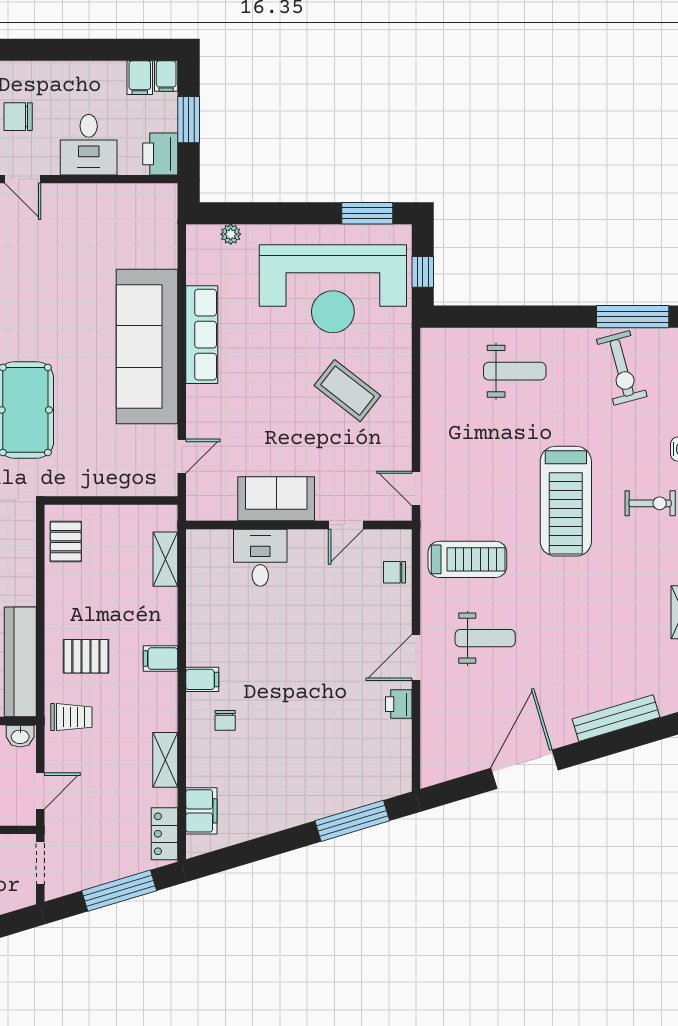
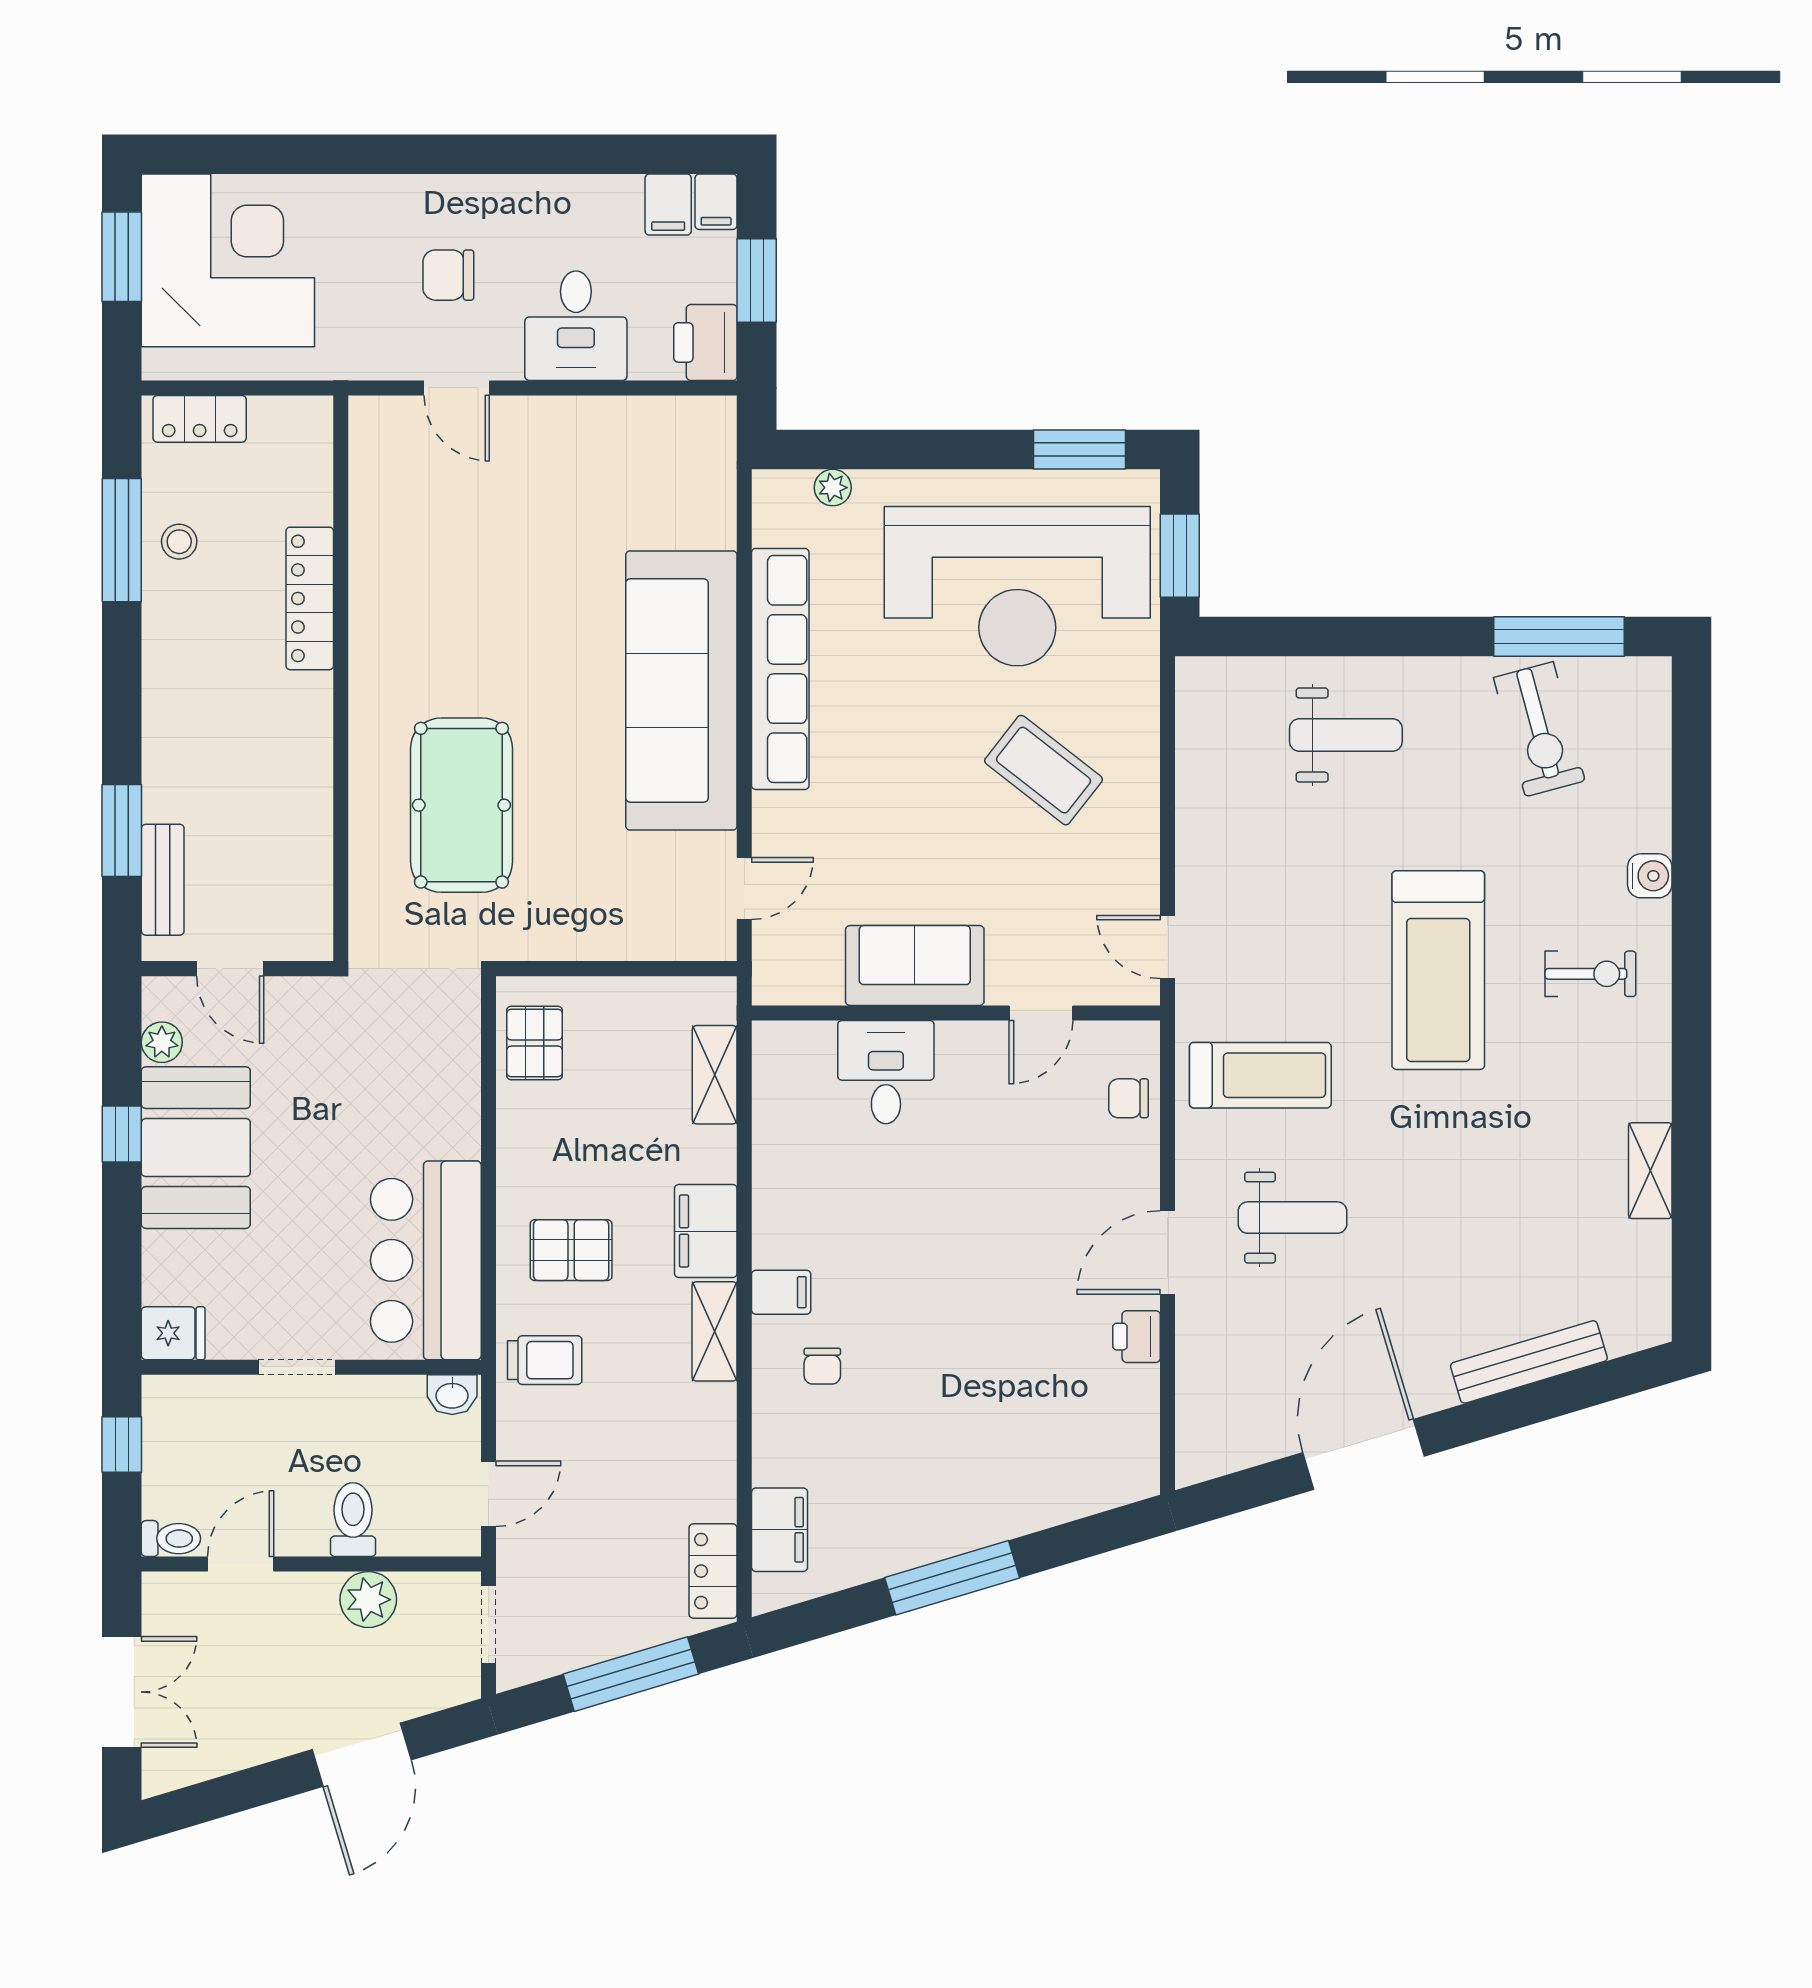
window: (423, 272) -> (1180, 556), width x1.50
row of seats: (202, 335) -> (780, 669), width x1.36
filing cabinet: (161, 659) -> (706, 1231), width x2.00
shelving: (165, 760) -> (715, 1331), moved
window: (352, 821) -> (952, 1578), moved

